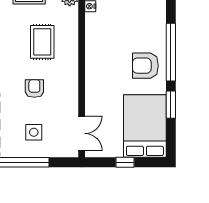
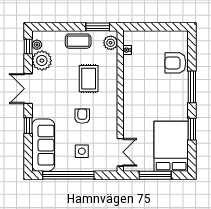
window: (171, 52) -> (192, 87), width x0.68
armchair: (145, 66) -> (175, 63), moved
window: (125, 162) -> (155, 175), width x2.17

